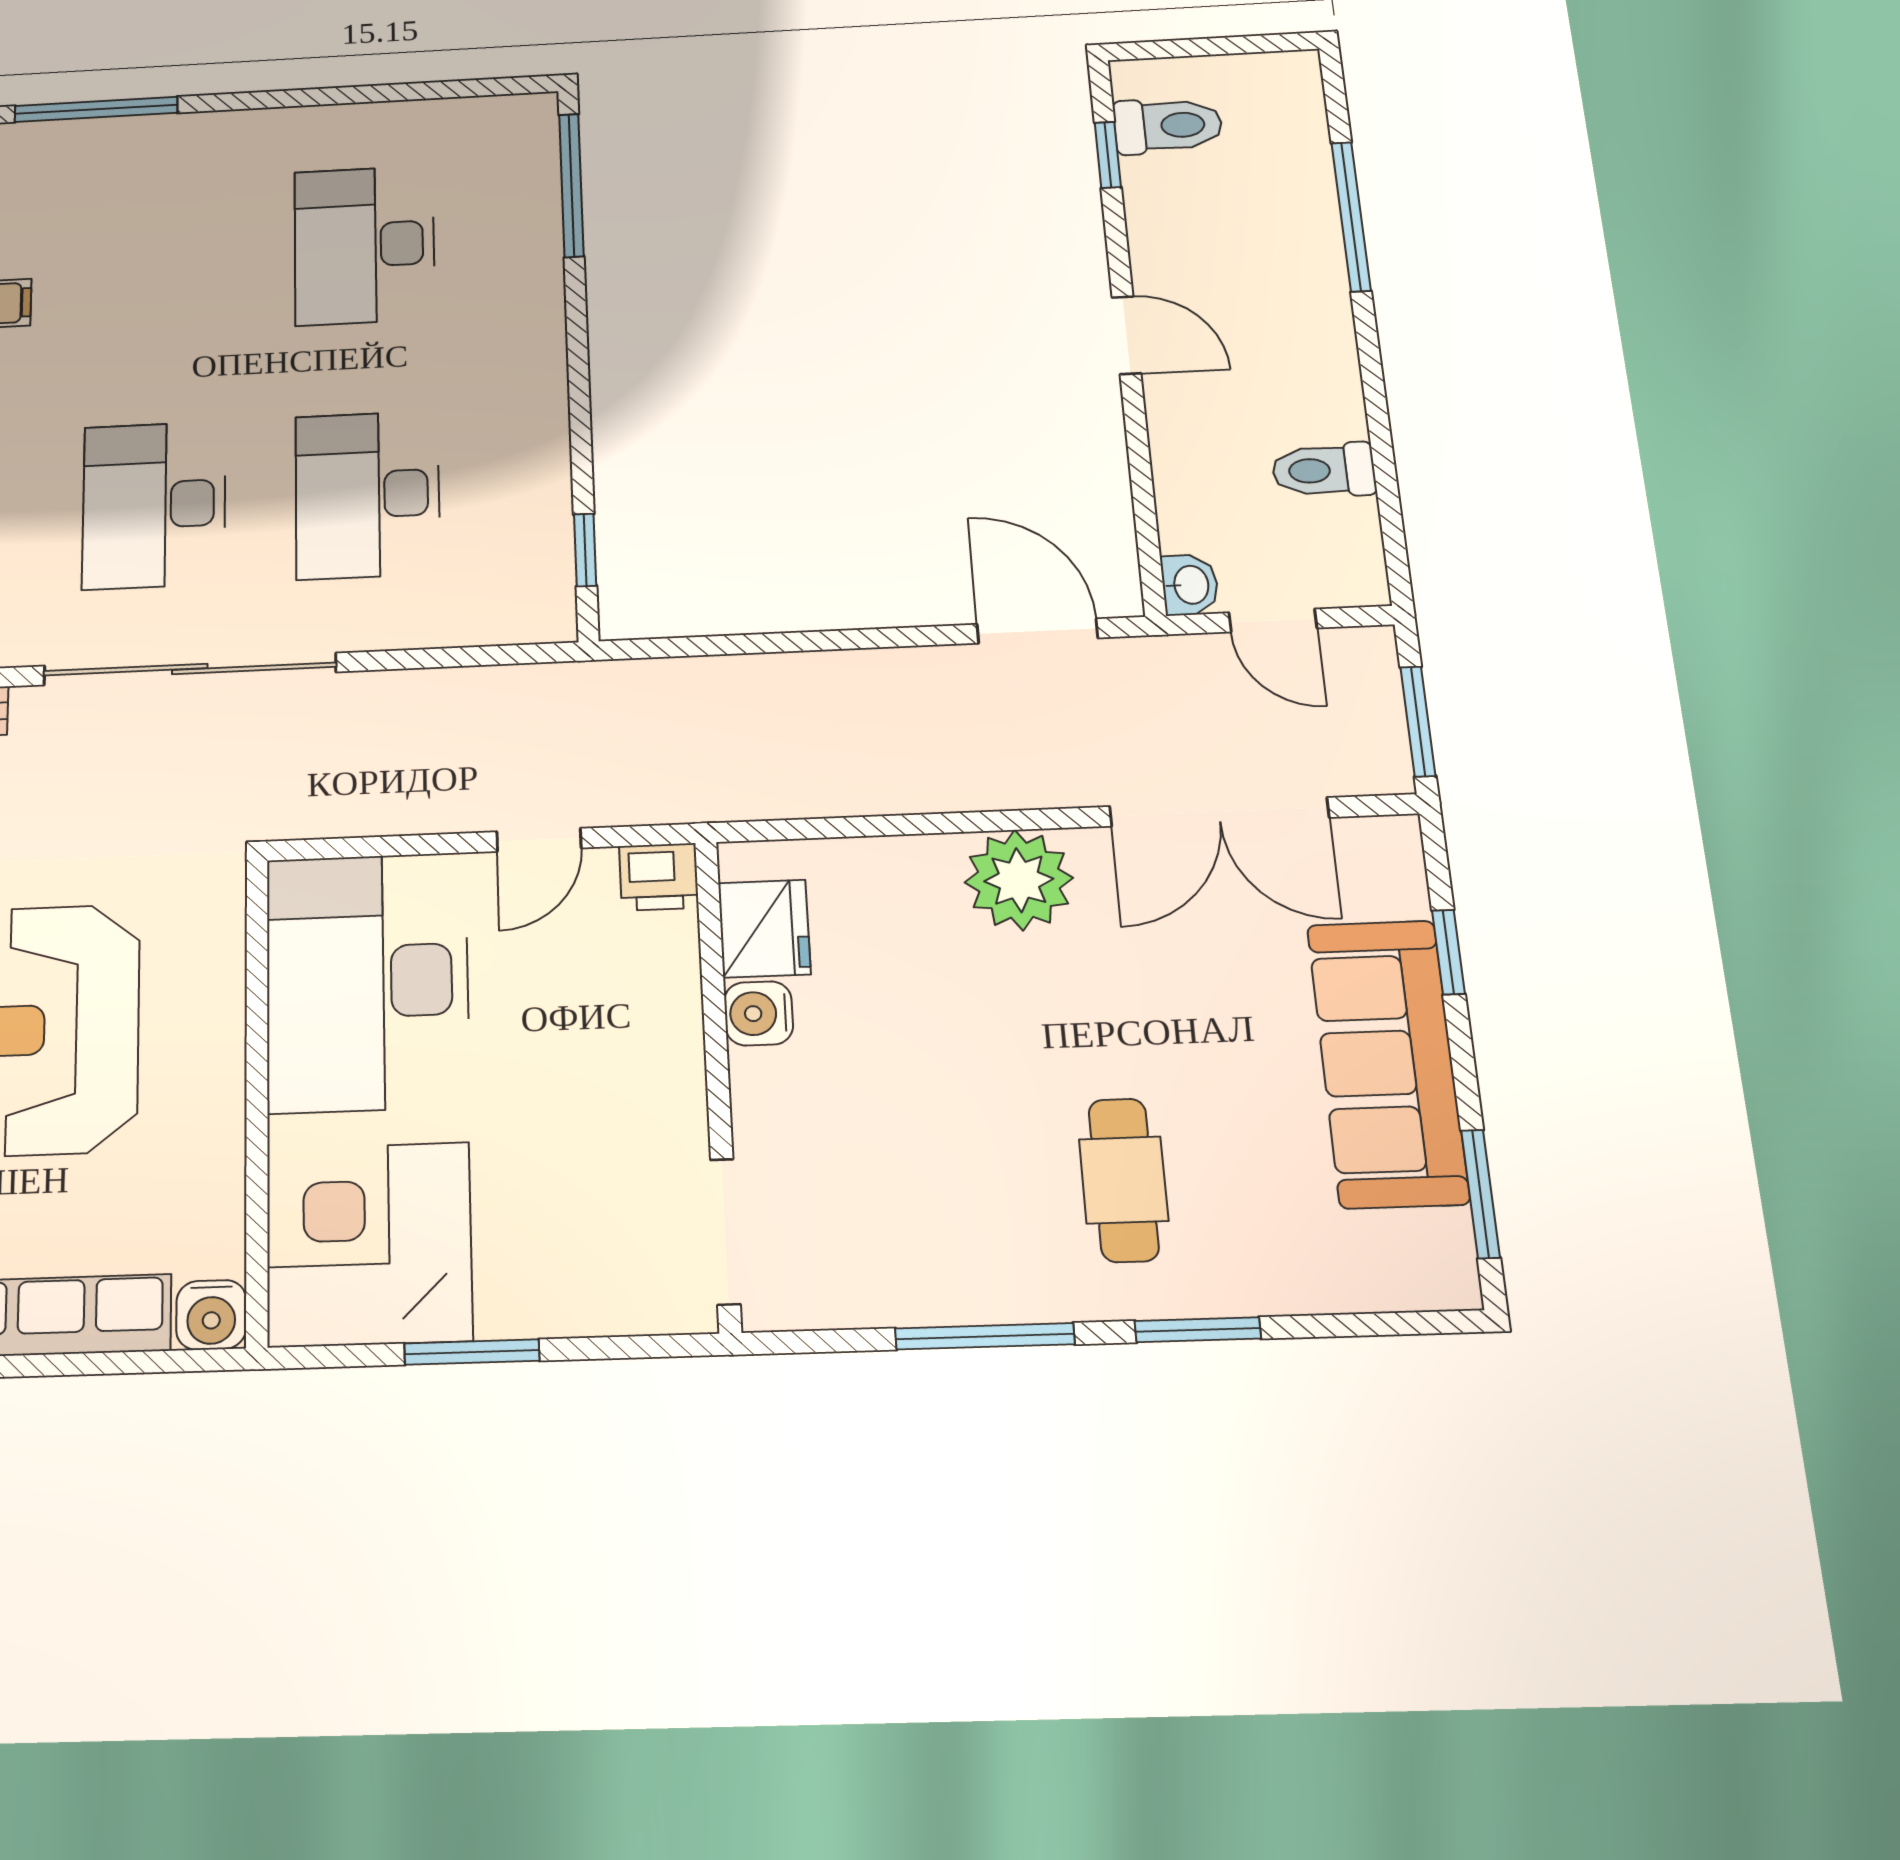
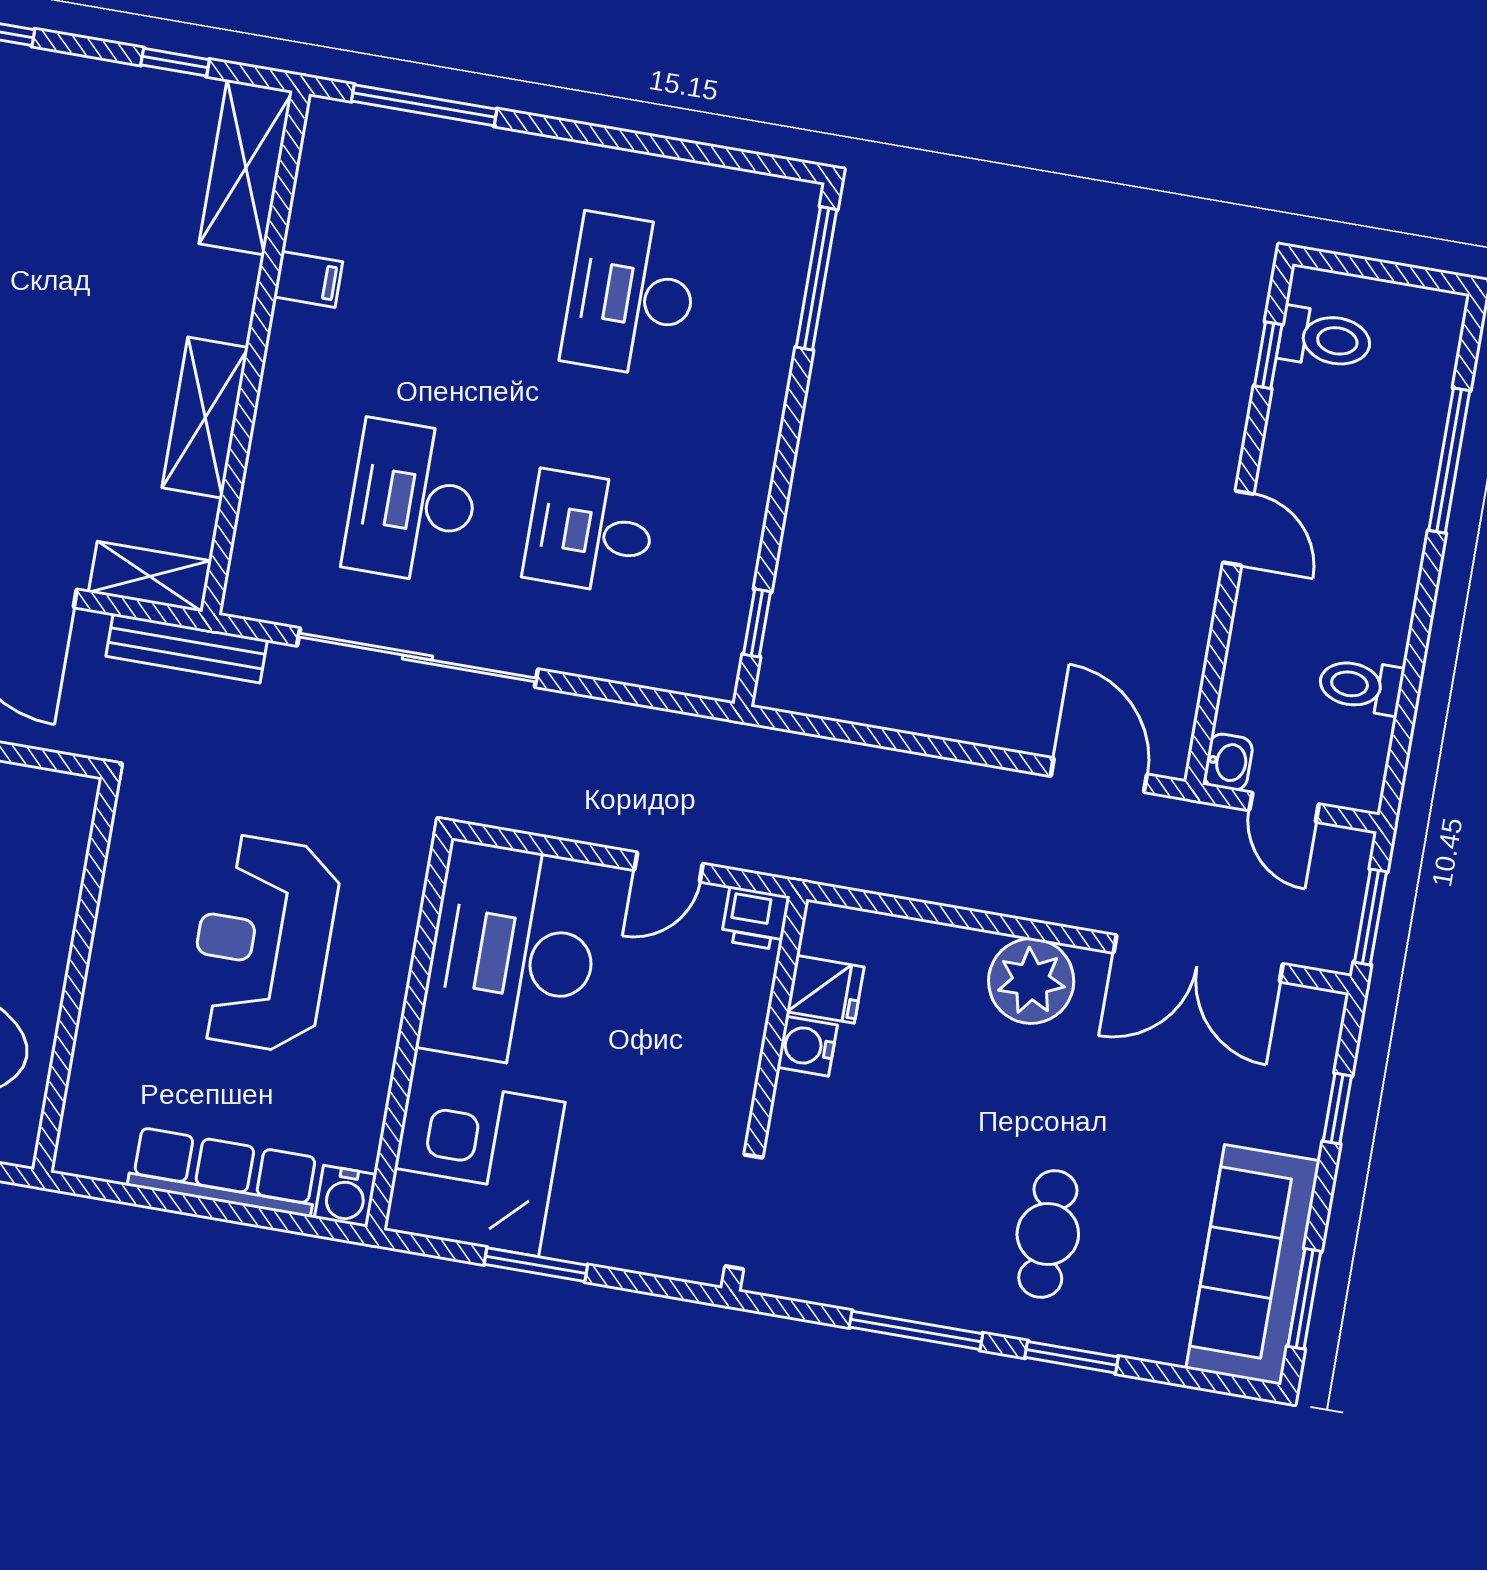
desk: (367, 495) -> (590, 533), width x0.73
fridge: (764, 928) -> (825, 989), width x0.72
sofa: (1387, 1063) -> (1253, 1265), moved

